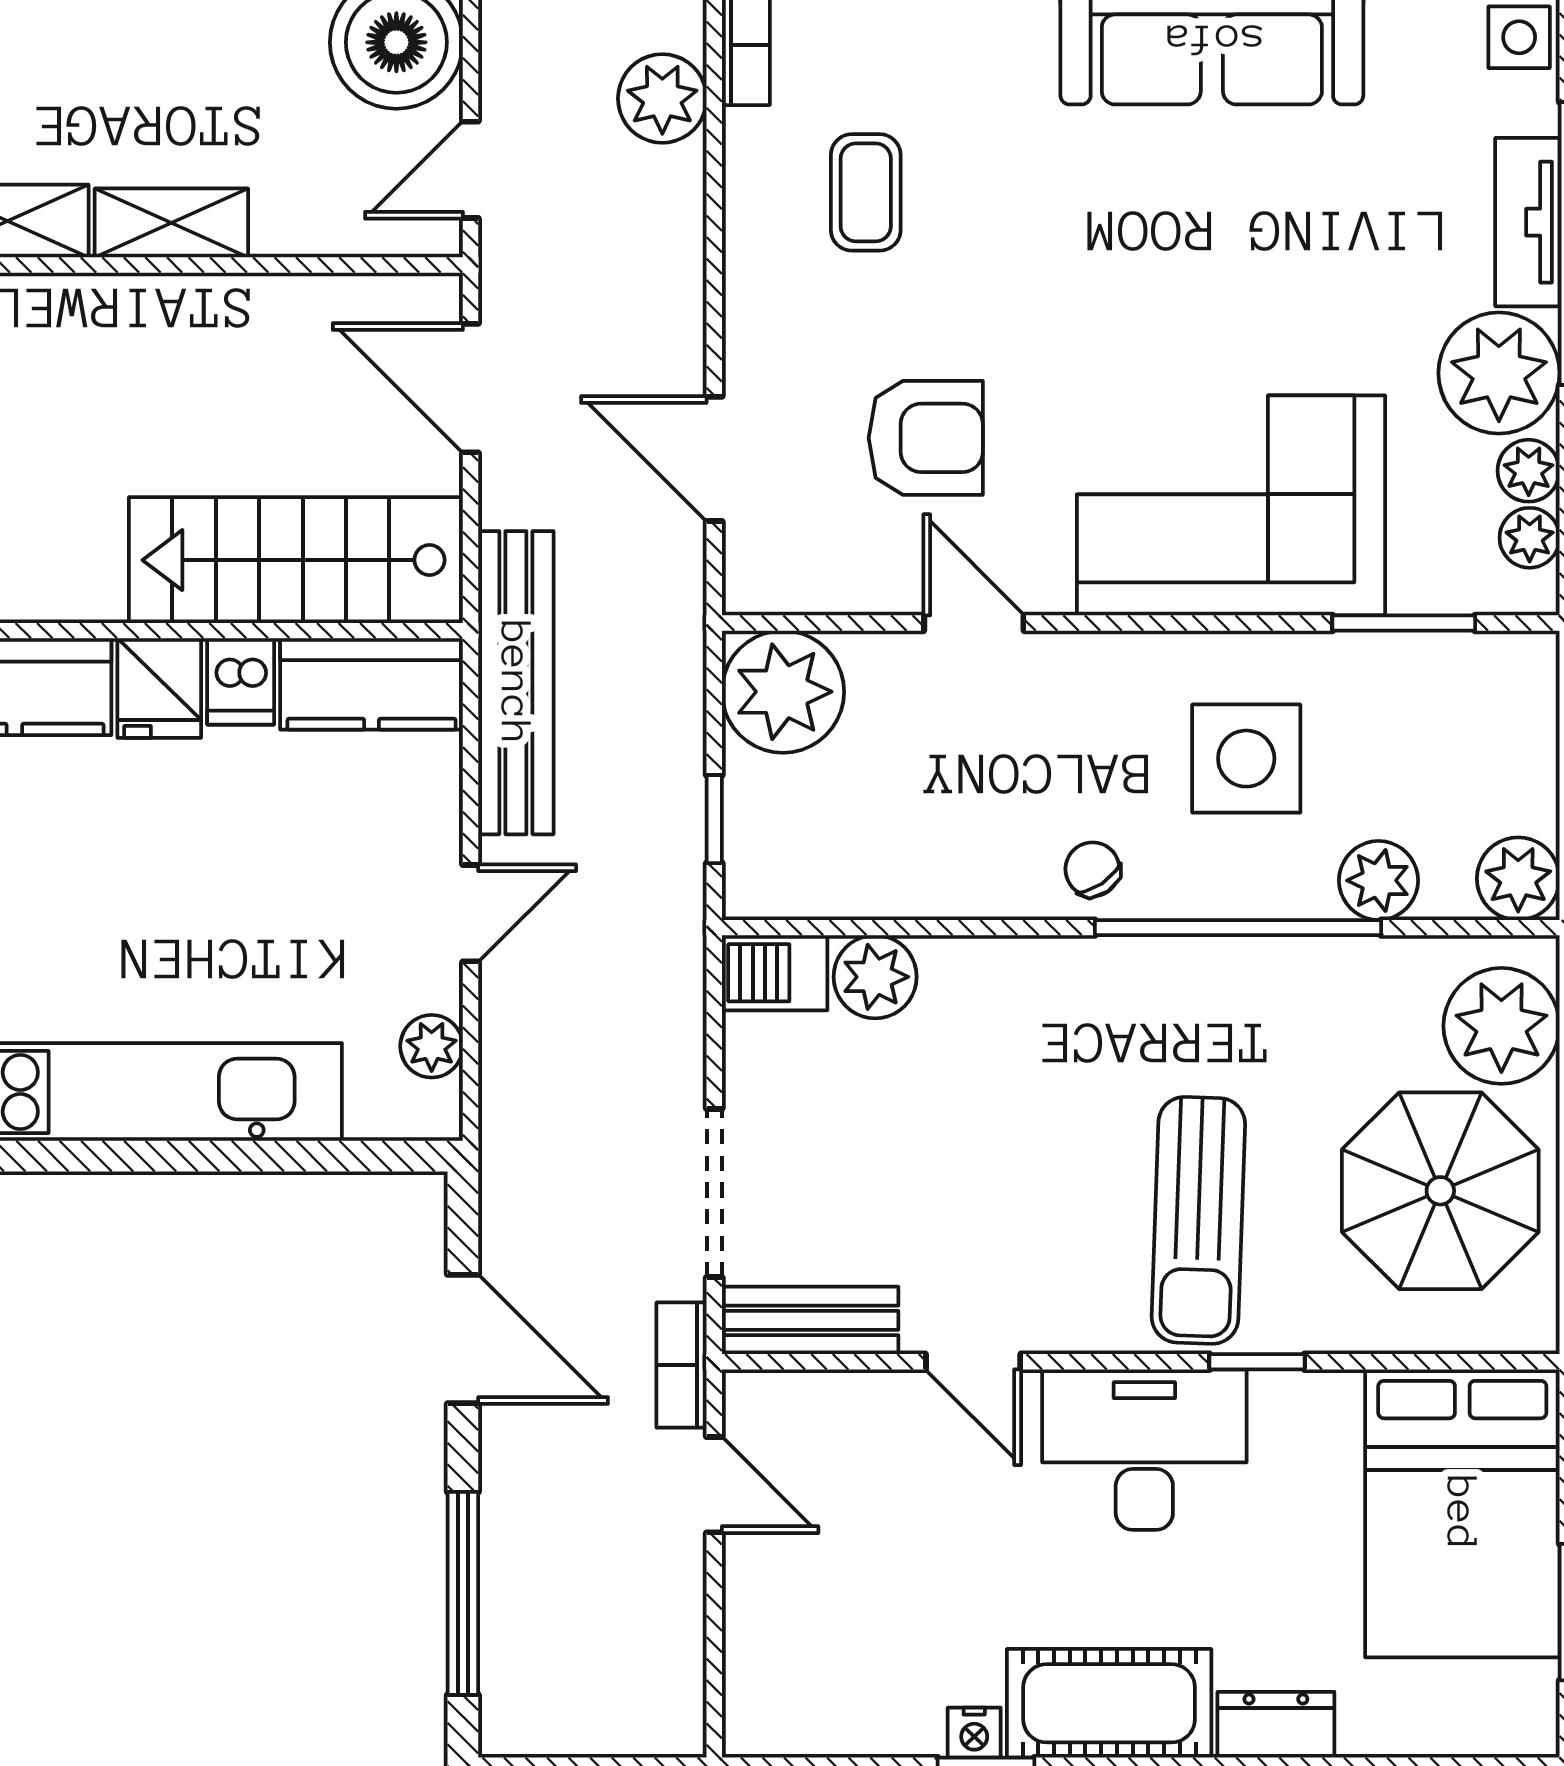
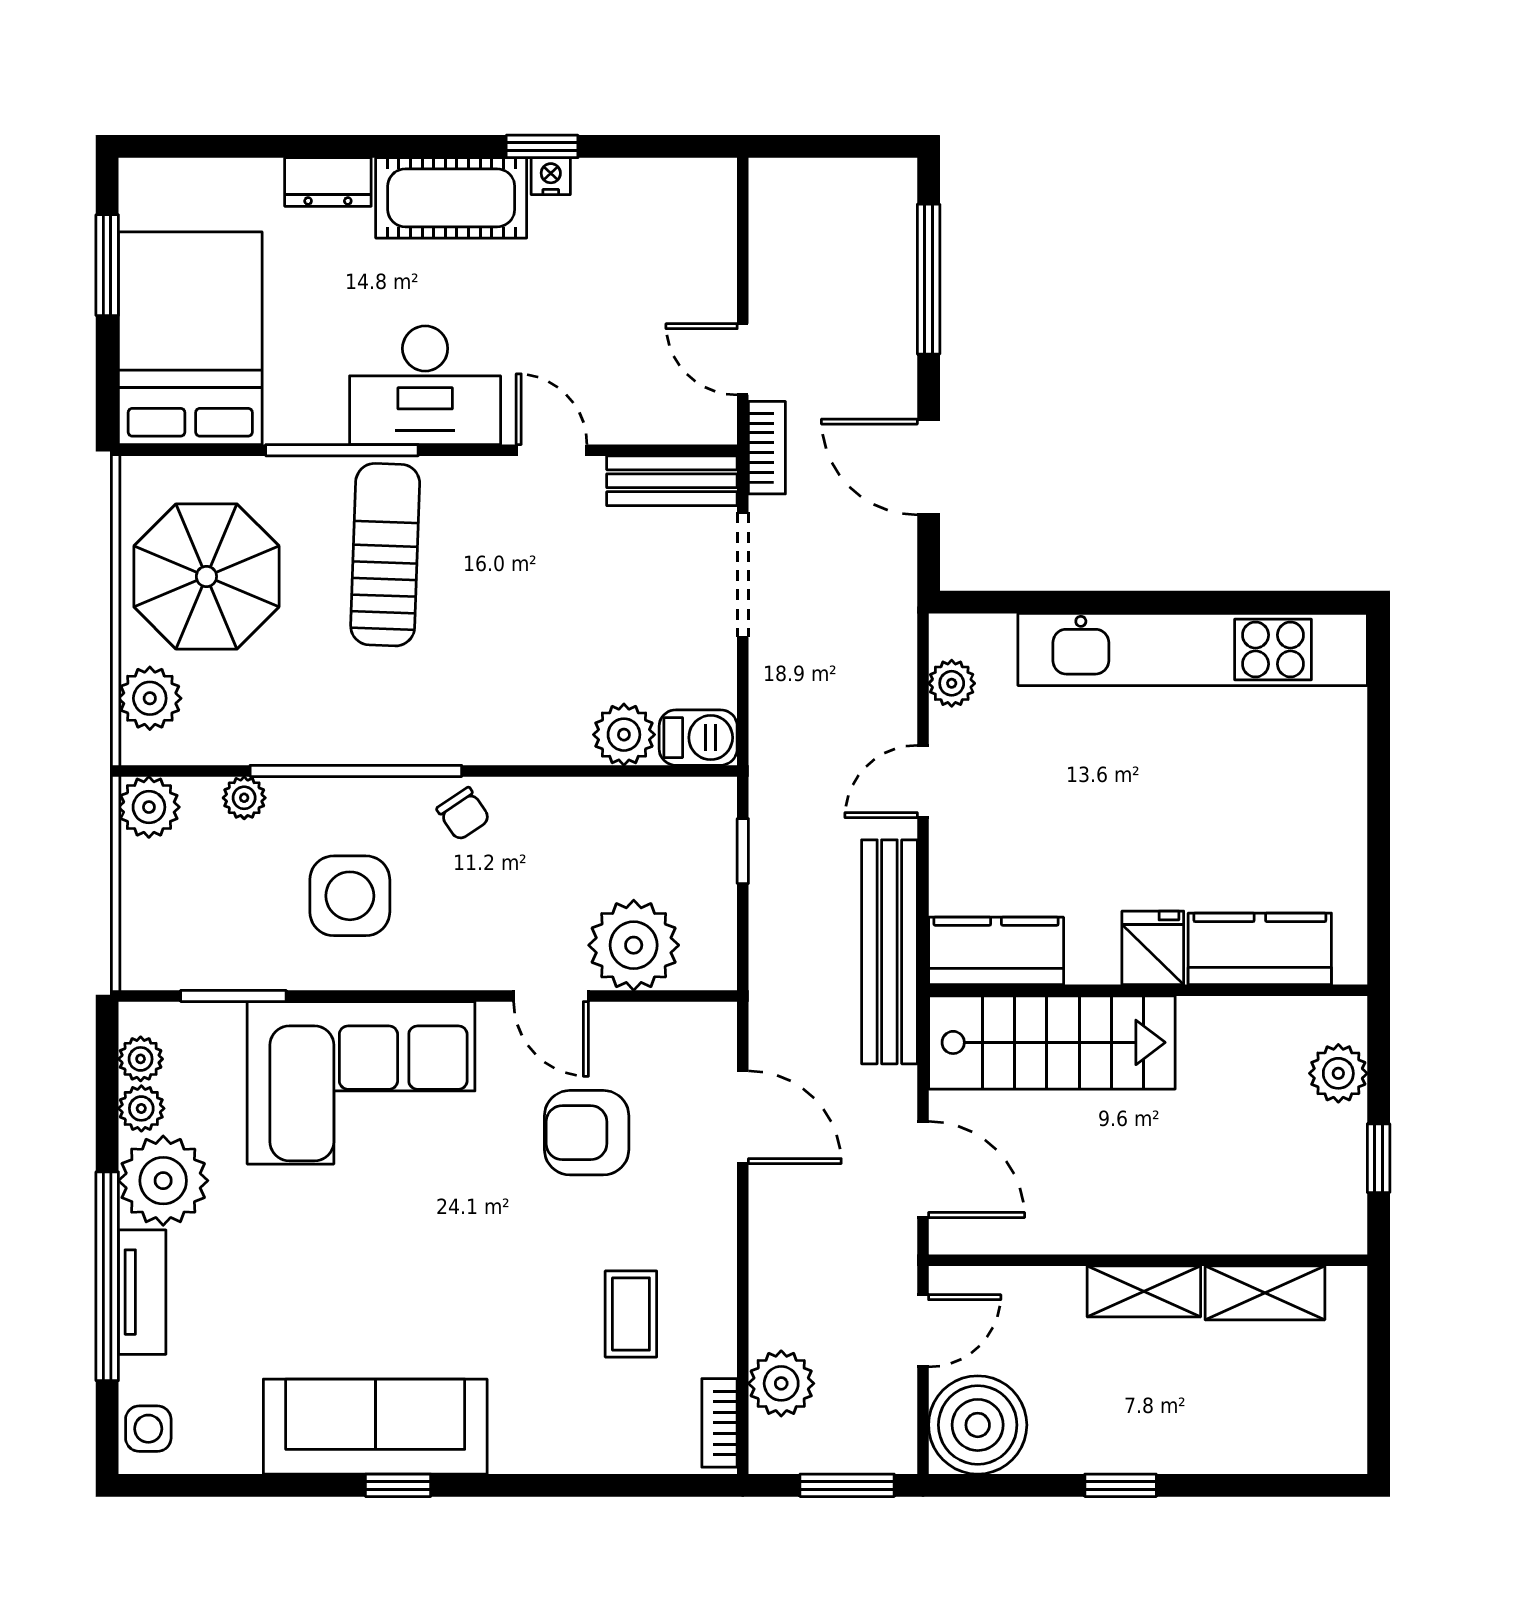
dishwasher: (241, 681) -> (1093, 953), removed
plant: (783, 692) -> (634, 945), moved
plant: (1378, 880) -> (244, 798), width x0.73, depth x0.73
plant: (1501, 1026) -> (150, 698), width x0.73, depth x0.73
window: (1257, 1362) -> (342, 450), width x2.17

